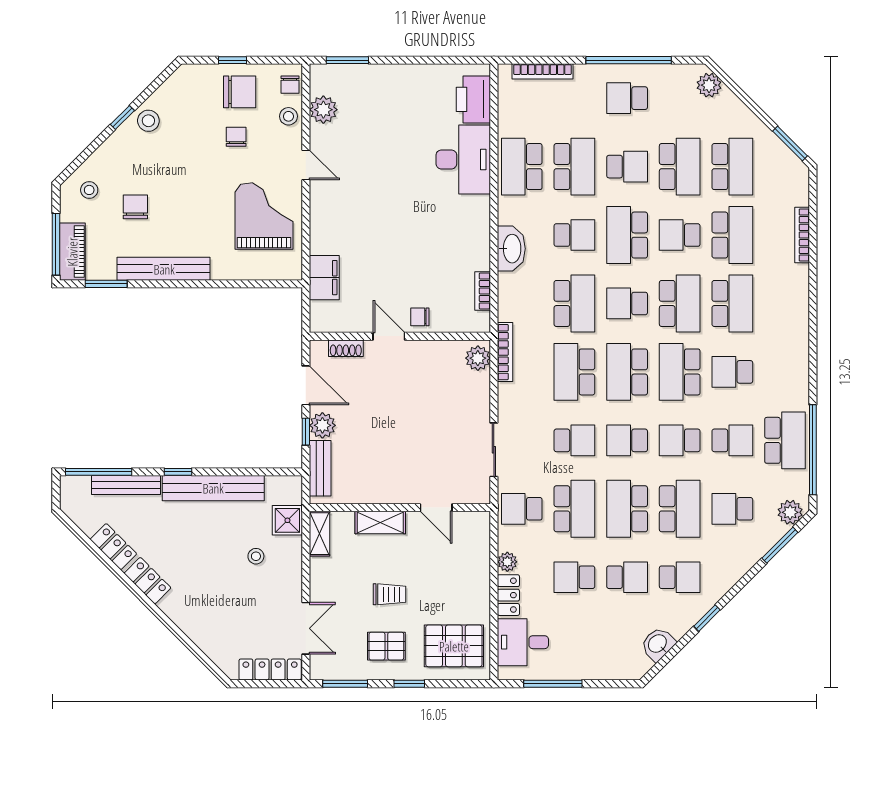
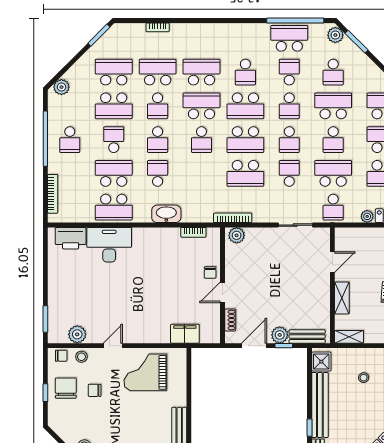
school desk: (680, 167) -> (114, 106), turned 180
school desk: (627, 235) -> (158, 140), width x0.54
bookcase: (802, 235) -> (158, 27), width x0.64
school desk: (574, 303) -> (201, 173), removed
school desk: (627, 509) -> (333, 140), width x0.54
shower: (287, 520) -> (321, 362), moved

